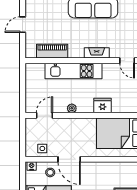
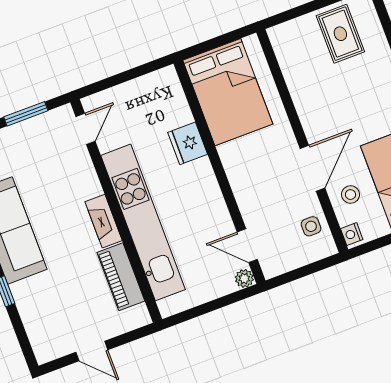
fireplace: (97, 53) -> (104, 221), moved
kitchen unit: (74, 71) -> (143, 222), width x1.36
plant: (72, 108) -> (244, 278), moved

